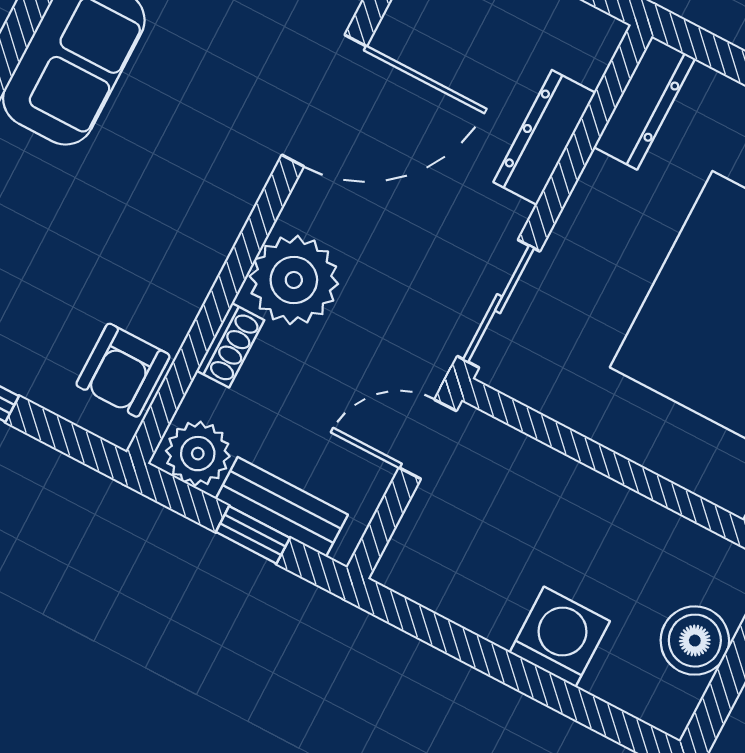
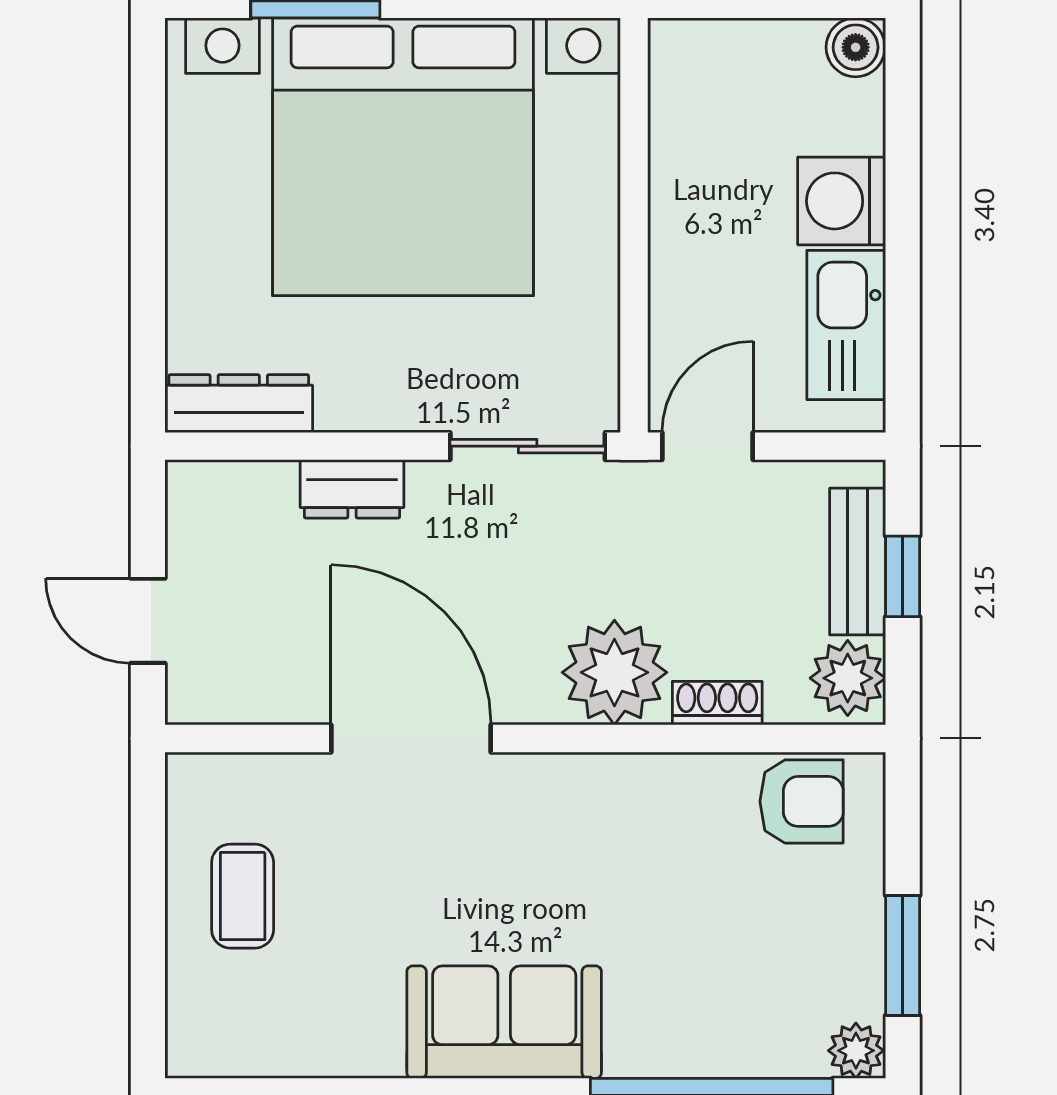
dresser: (544, 137) -> (352, 489), width x0.70
door: (428, 439) -> (708, 446), swing flipped
kitchen sink: (464, 591) -> (846, 325), added
boiler: (695, 641) -> (856, 47), moved, width x0.73, depth x0.73

